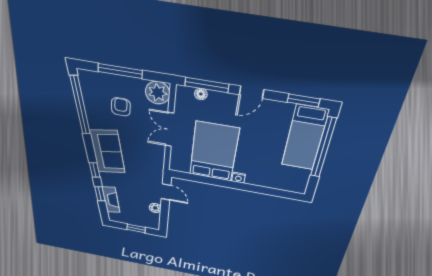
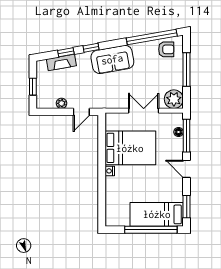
armchair: (121, 107) -> (166, 49), moved

